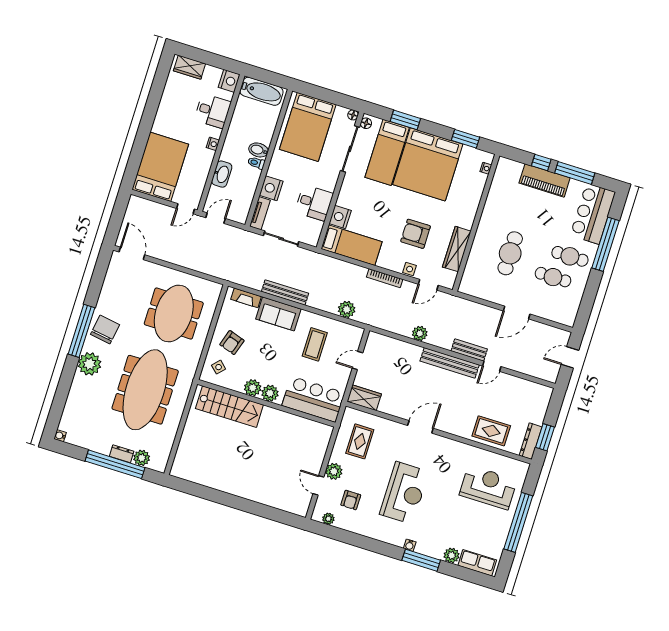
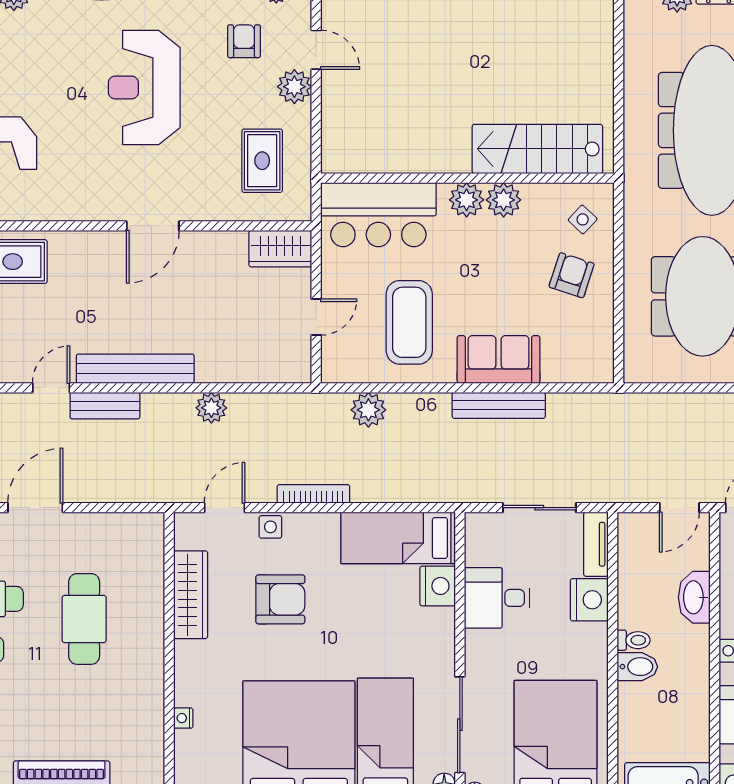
nightstand: (486, 168) -> (183, 718), moved
fireplace: (246, 298) -> (571, 371), removed
coffee table: (315, 344) -> (409, 322), width x1.36, depth x1.32

